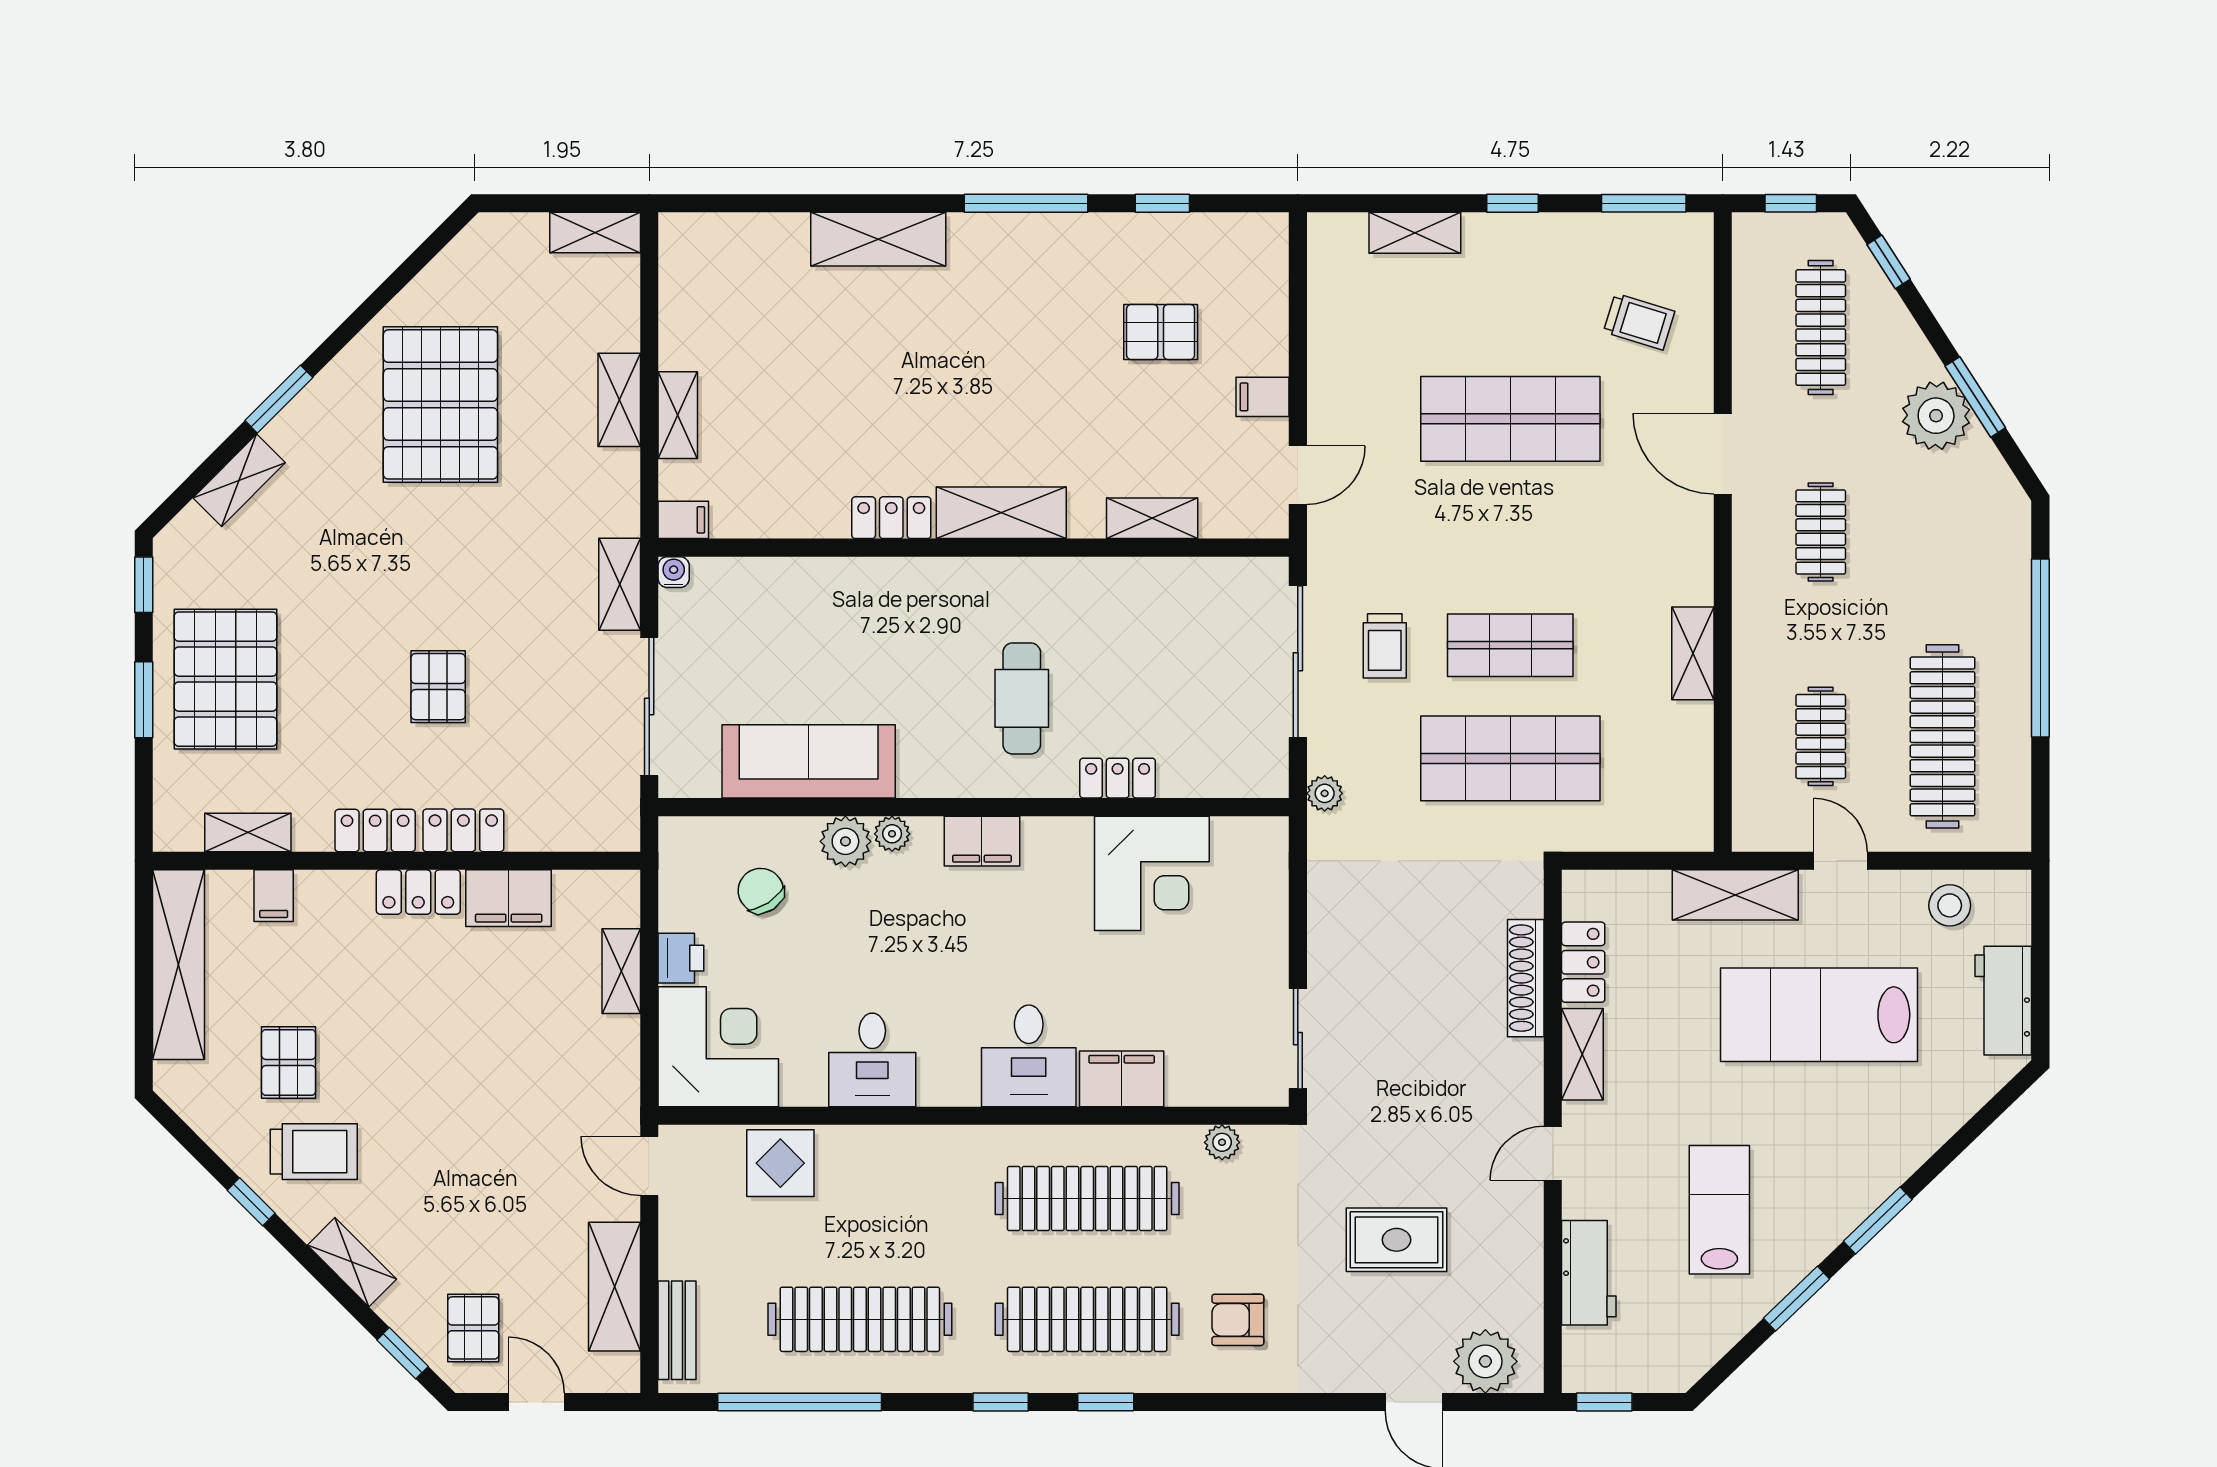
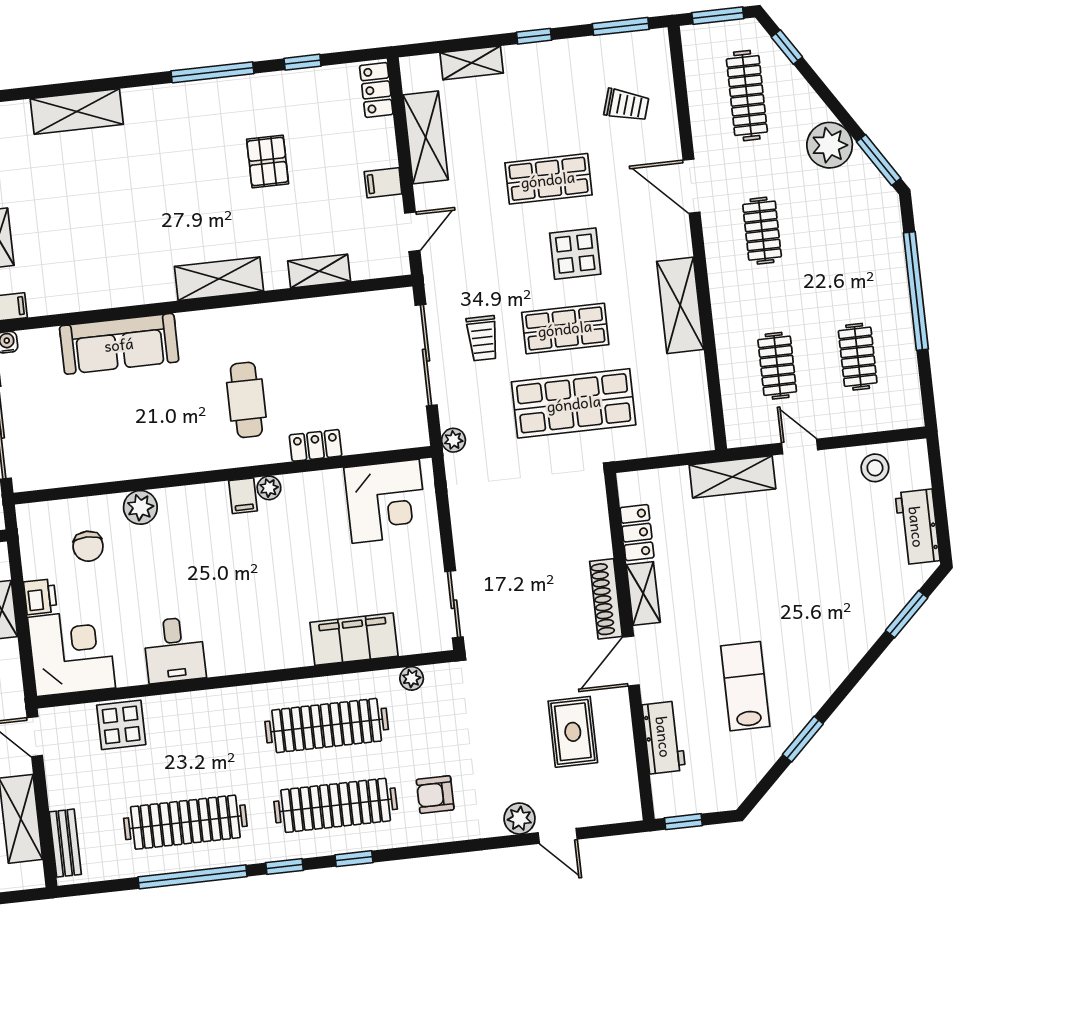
window: (1791, 203) -> (718, 16), width x1.50
shelving: (878, 239) -> (77, 111), moved
pallet: (1161, 332) -> (268, 161), moved, turned 90
shelving: (1334, 336) -> (426, 137), added
window: (1975, 397) -> (879, 160), moved
shop shelf: (1510, 419) -> (548, 179), width x0.70, depth x0.74
locker: (891, 518) -> (376, 90), moved, turned -90
display table: (1538, 535) -> (575, 254), added
shelving: (1693, 653) -> (680, 305), width x1.50, depth x1.33
clothes rail: (1942, 736) -> (858, 357), width x0.54, depth x0.76
sofa: (809, 761) -> (119, 344), moved, turned 180
plant: (892, 834) -> (269, 488), moved
filing cabinet: (982, 841) -> (243, 496), width x0.50
corner desk: (1152, 873) -> (386, 501), moved
chair: (761, 891) -> (88, 546), turned -146
shoe rack: (1526, 978) -> (606, 599), moved
lab bench: (1819, 1015) -> (797, 550), removed
desk: (1029, 1056) -> (277, 636), removed
filing cabinet: (1122, 1079) -> (354, 639), width x1.50, depth x1.17
door: (1553, 1153) -> (631, 661), width x1.38
window: (1878, 1220) -> (907, 614), moved
rug: (1396, 1240) -> (573, 732), moved, turned 90
plant: (1485, 1361) -> (520, 819), moved, width x0.73, depth x0.73
window: (800, 1402) -> (192, 877), moved

